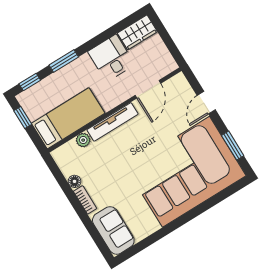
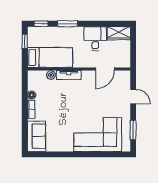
door: (206, 103) -> (133, 97), swing flipped
tv unit: (112, 122) -> (69, 75), width x0.71
corner sofa: (186, 172) -> (98, 135), width x0.73, depth x0.74

